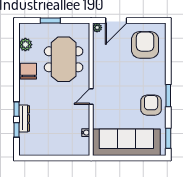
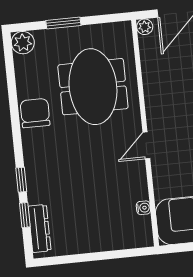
plant: (25, 45) -> (23, 43), moved
dresser: (24, 118) -> (39, 228), moved

